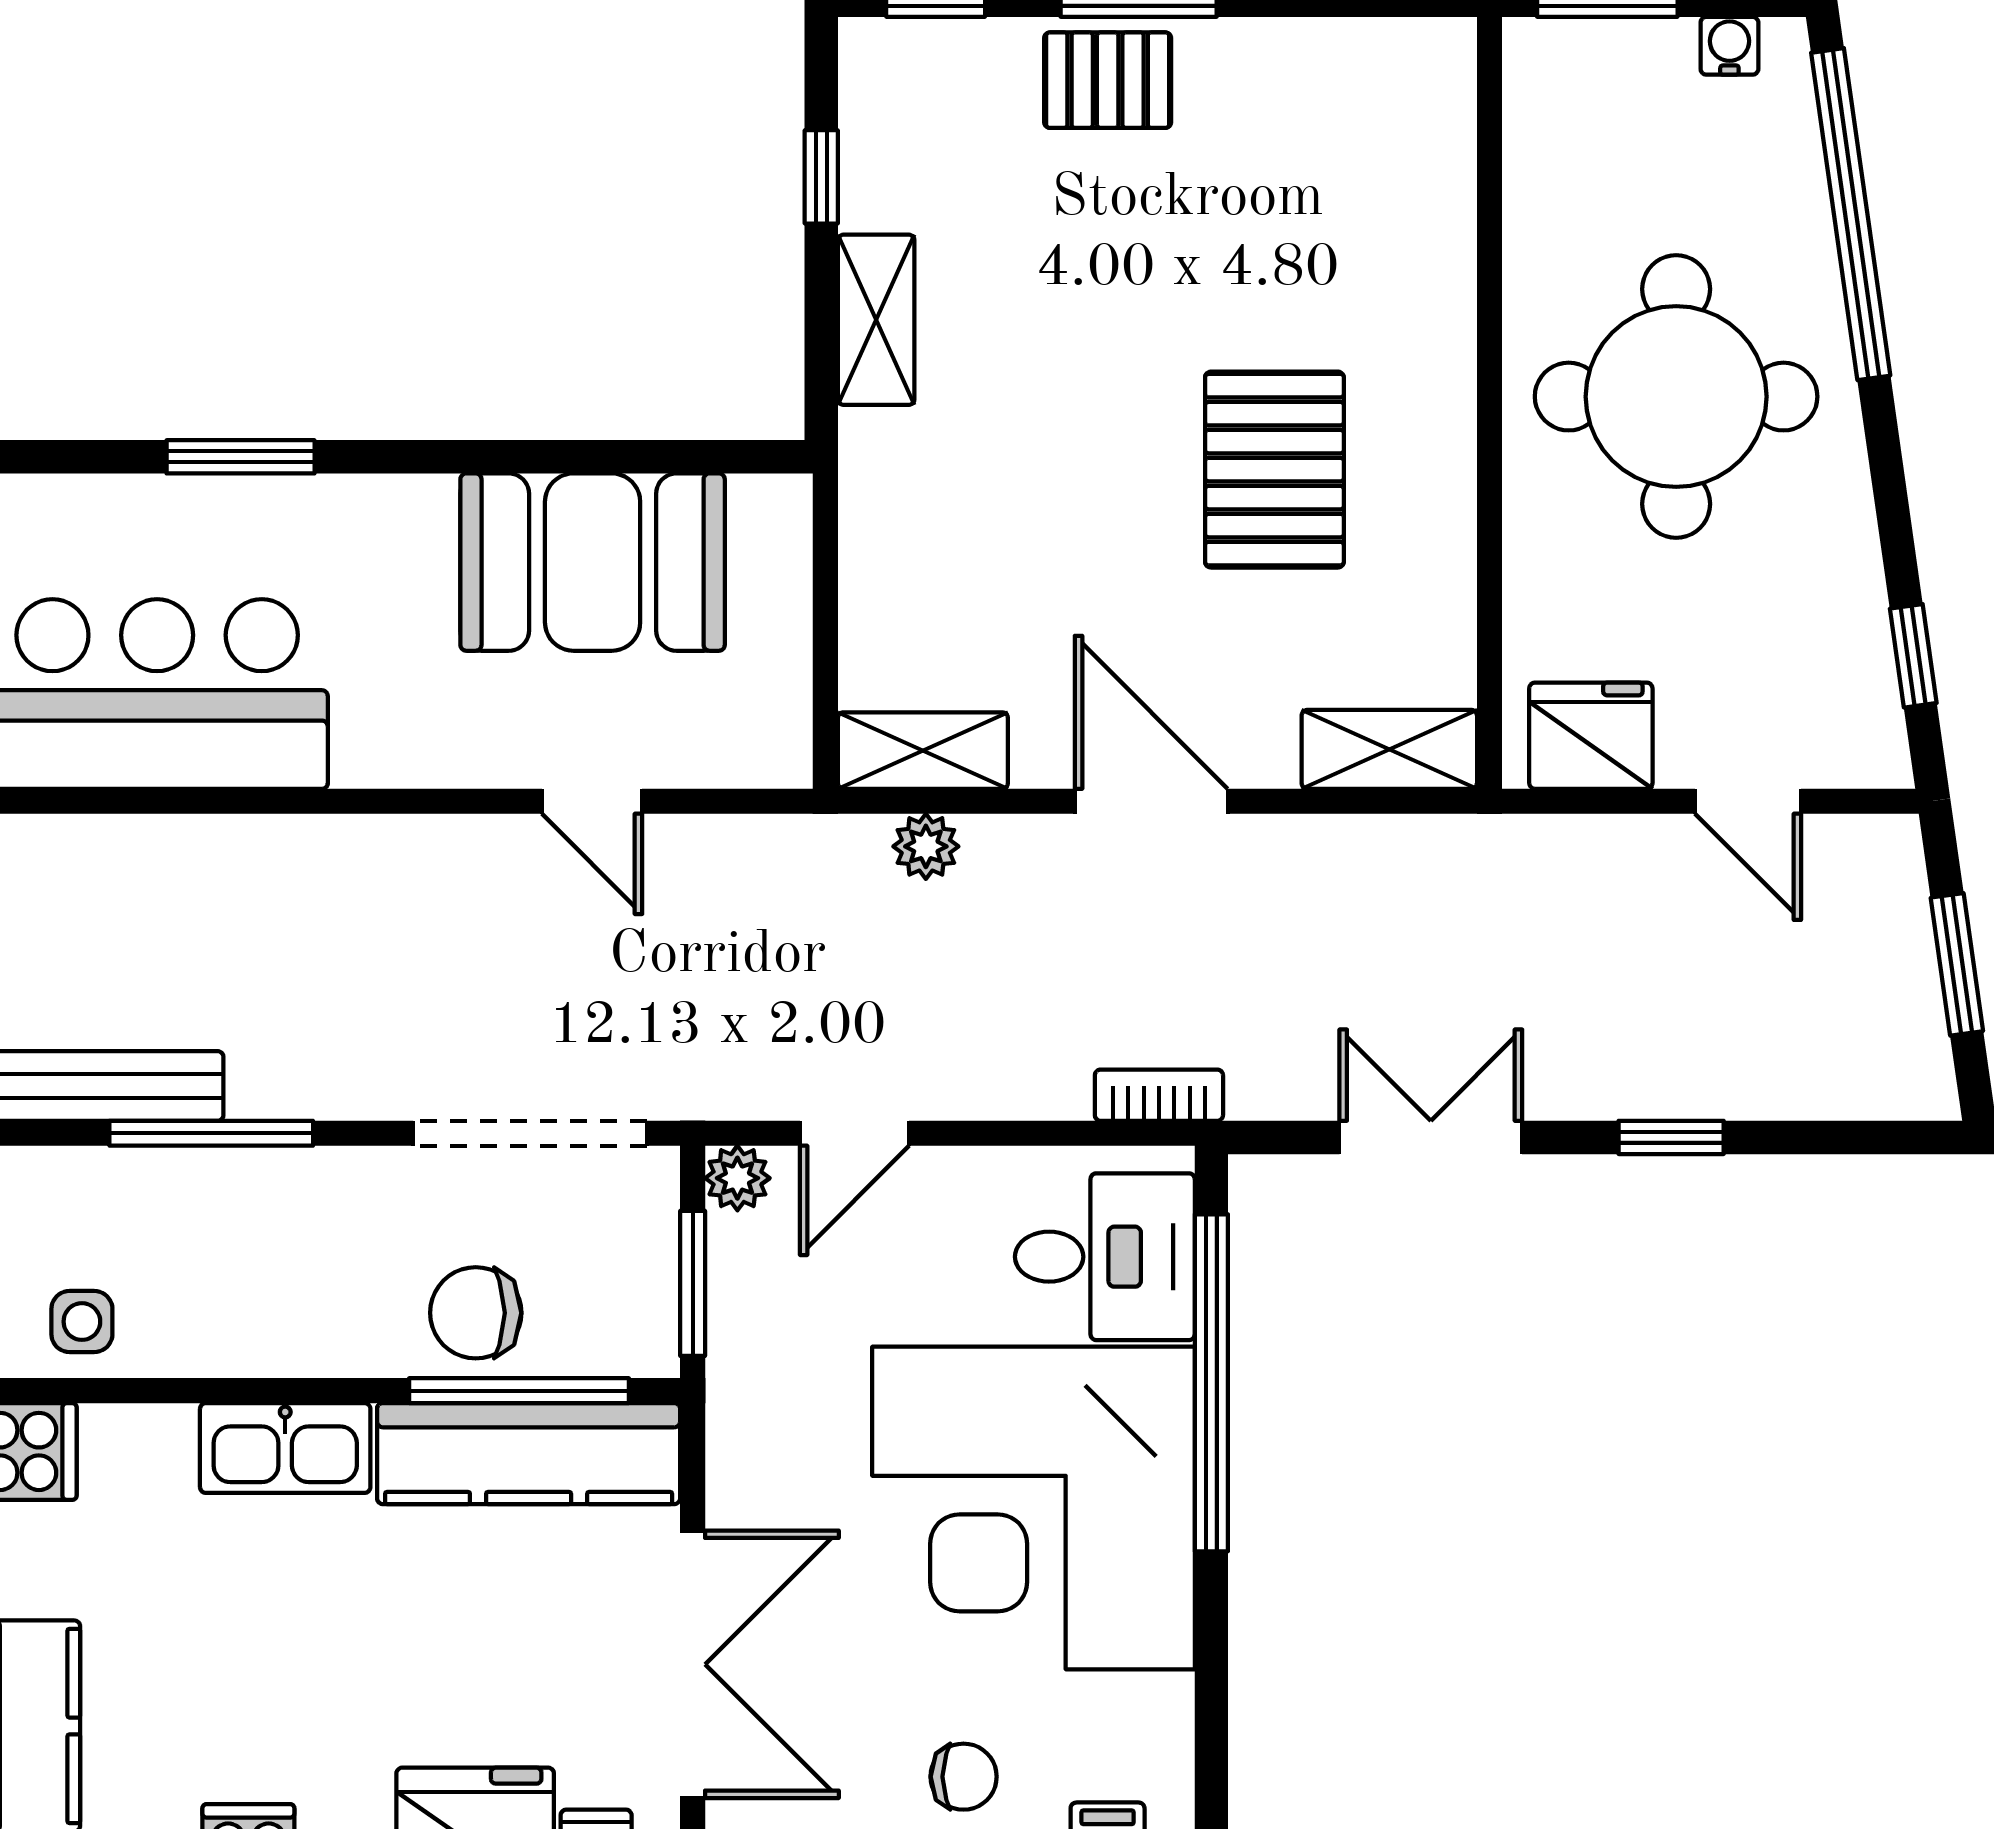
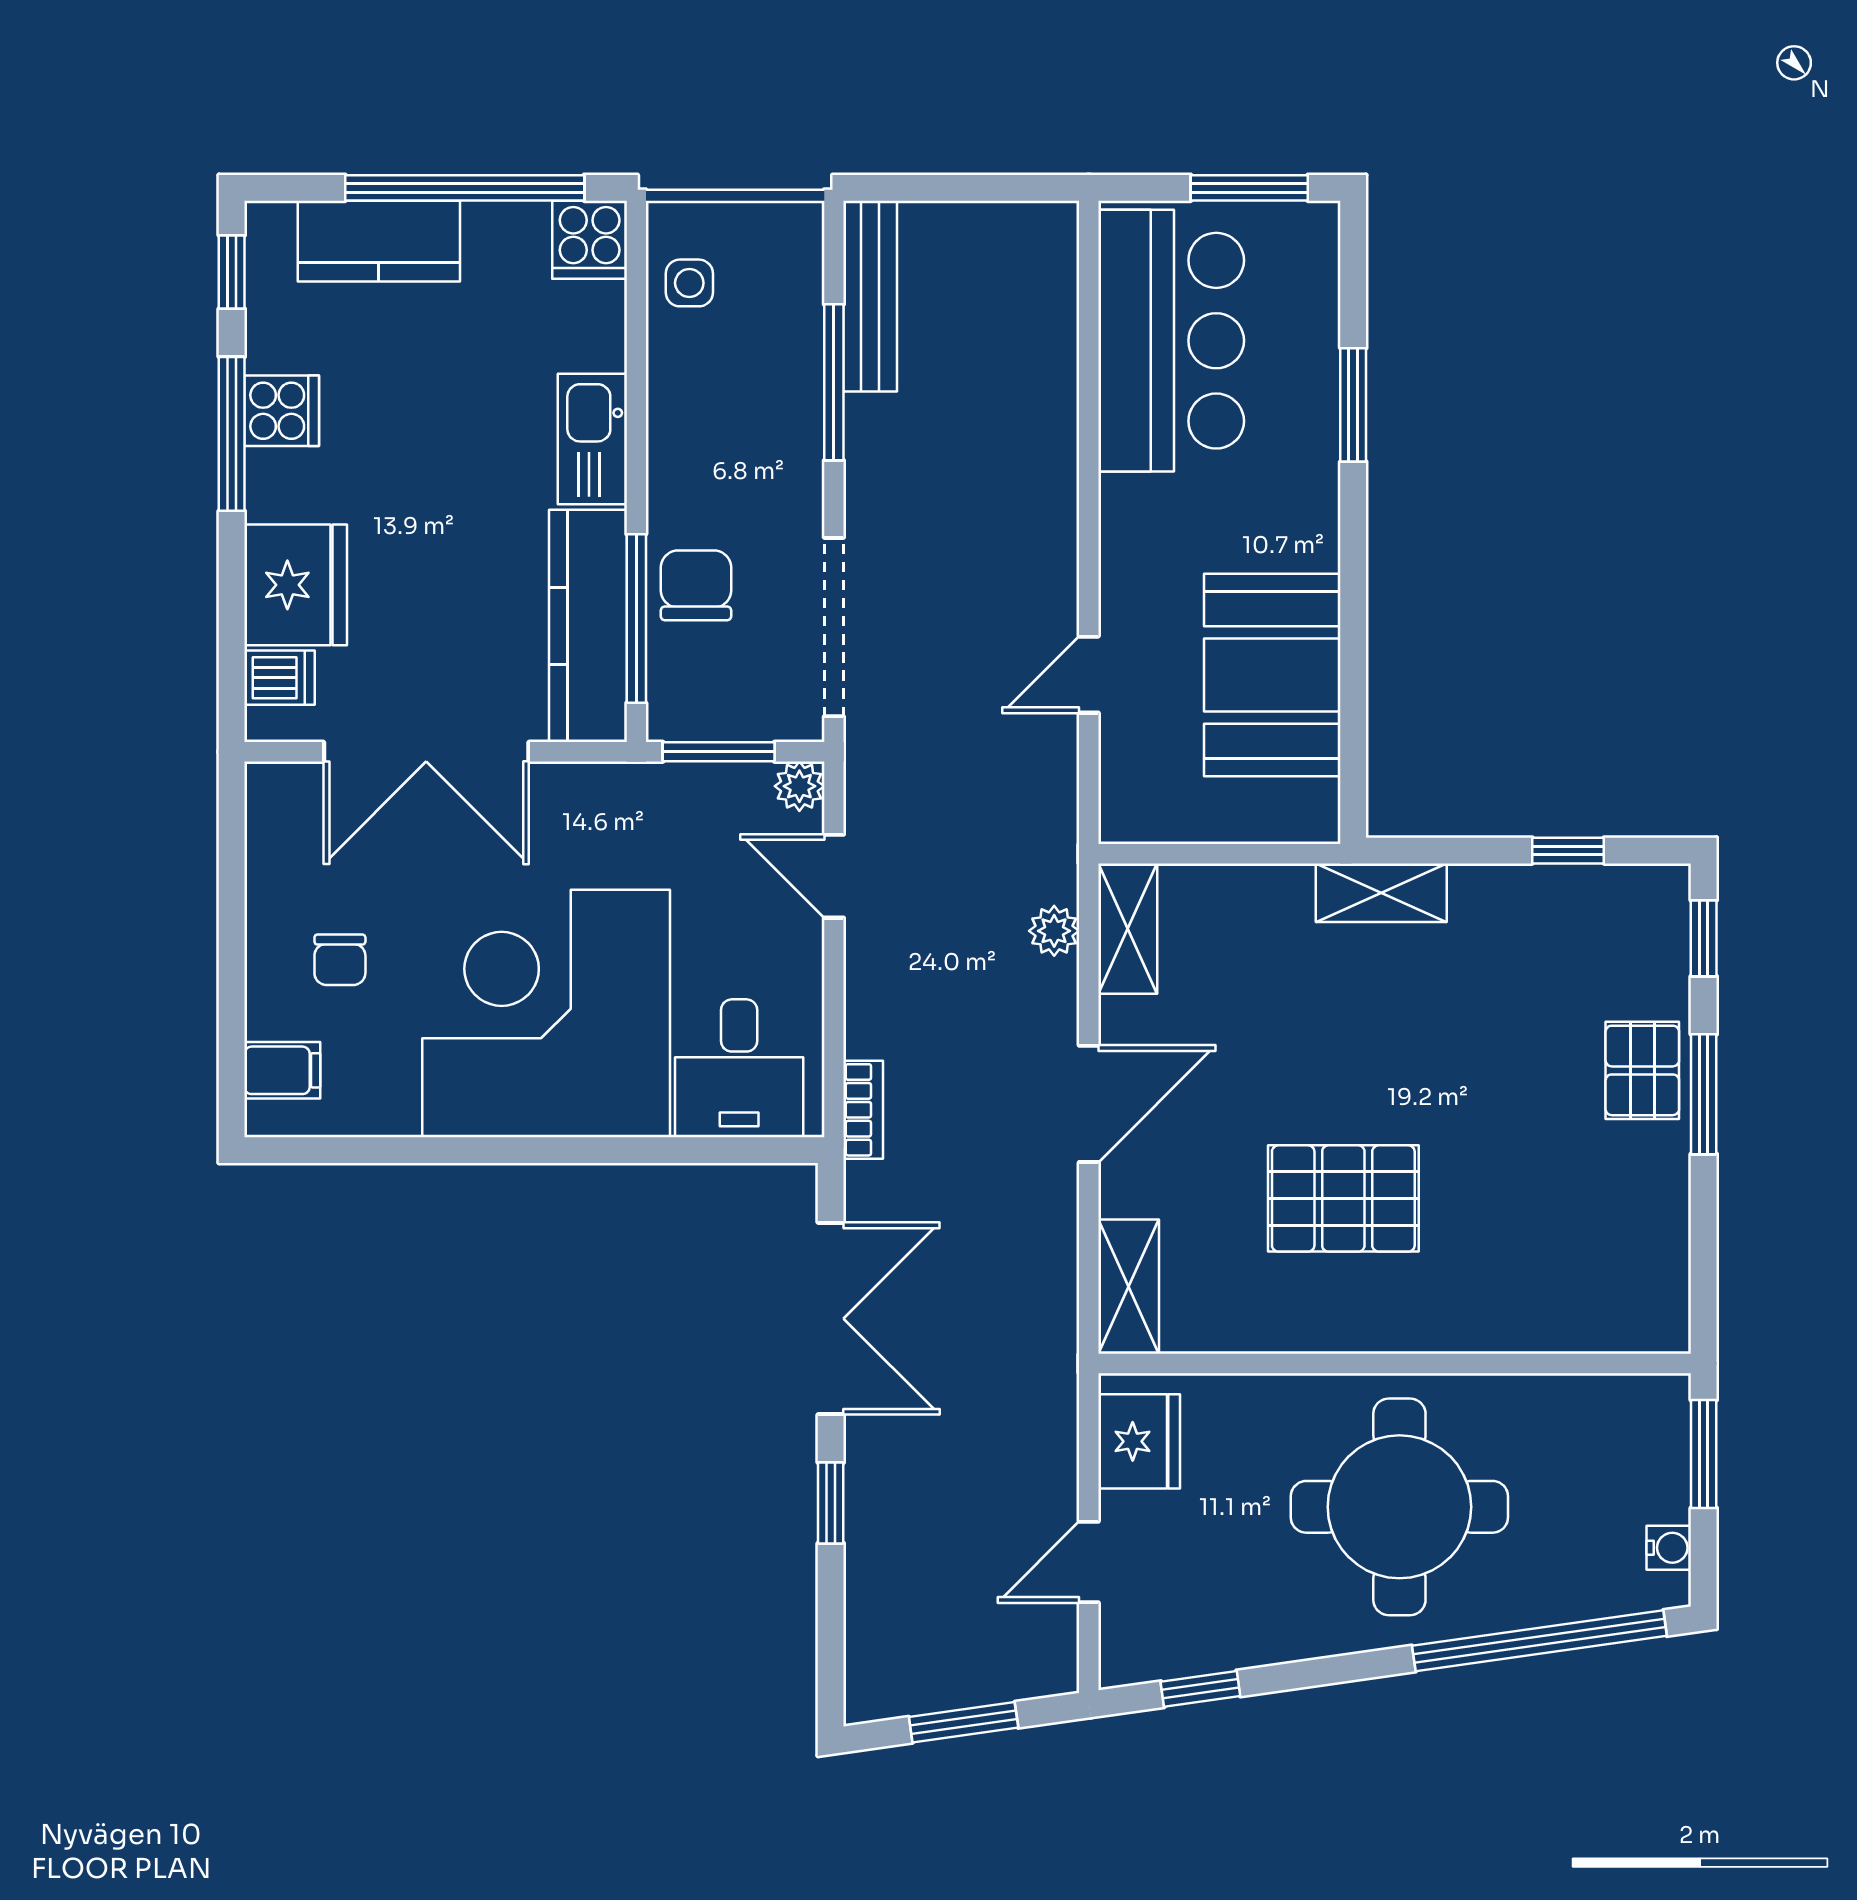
shelving: (876, 320) -> (1381, 893), moved
double door: (1431, 1137) -> (831, 1319), width x1.37
window: (1211, 1383) -> (642, 1150), removed

